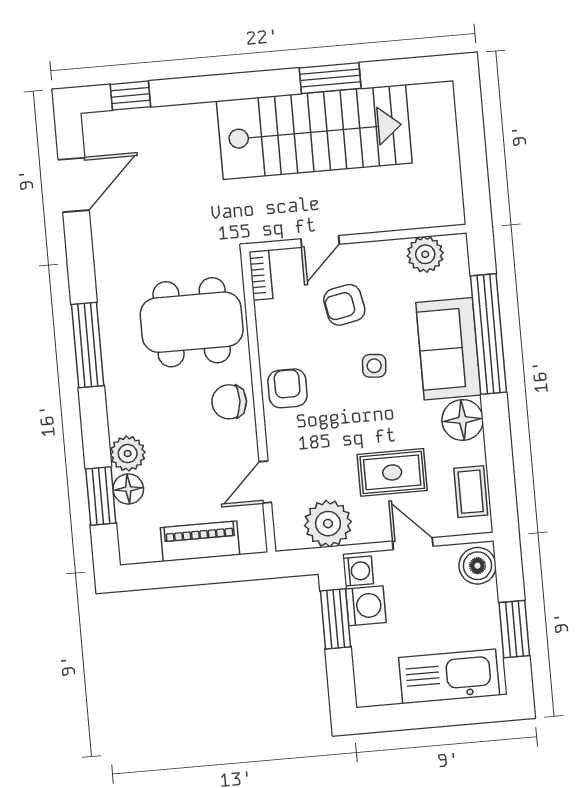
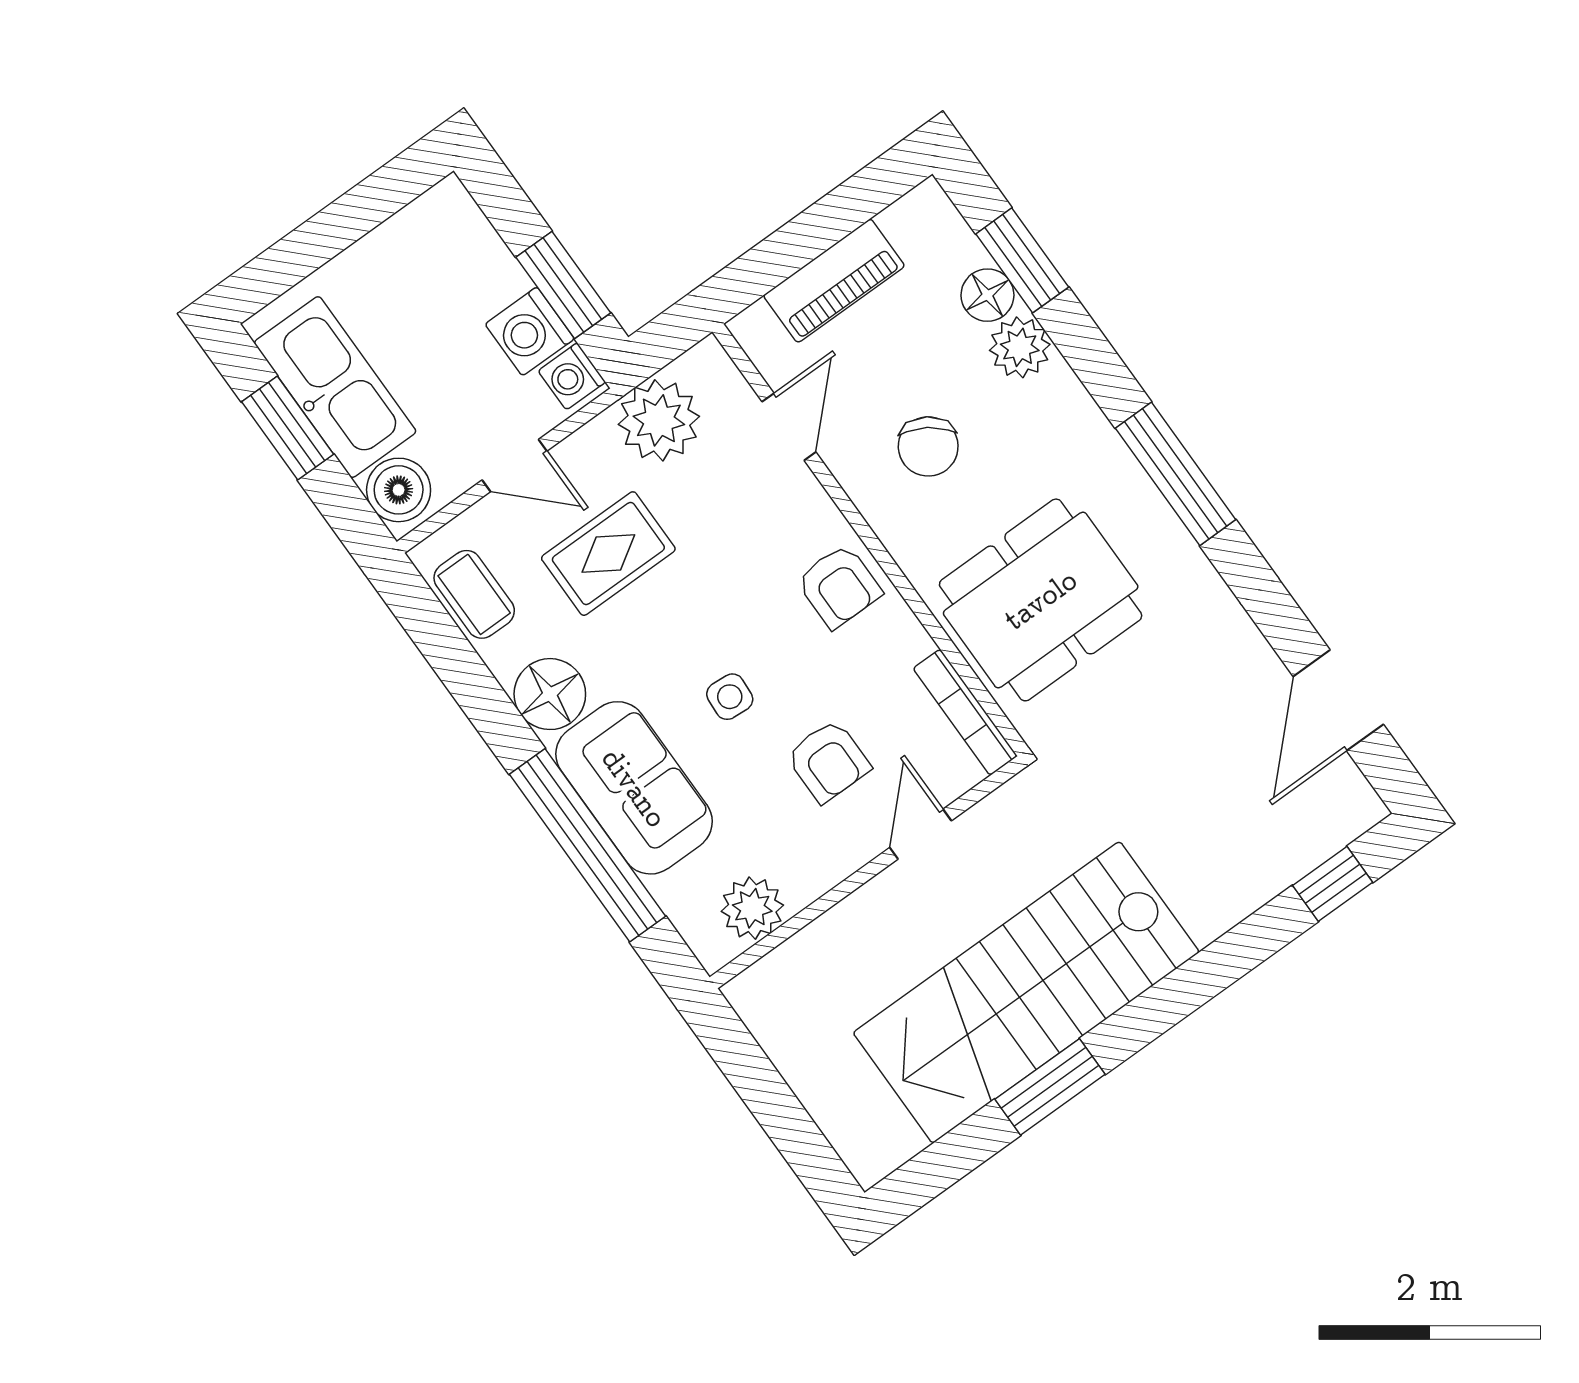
bookcase: (261, 275) -> (965, 712), width x1.56
armchair: (344, 305) -> (828, 761), turned 101
chair: (229, 402) -> (928, 446), moved, turned 120
kitchen sink: (449, 676) -> (335, 387), moved, turned -90

